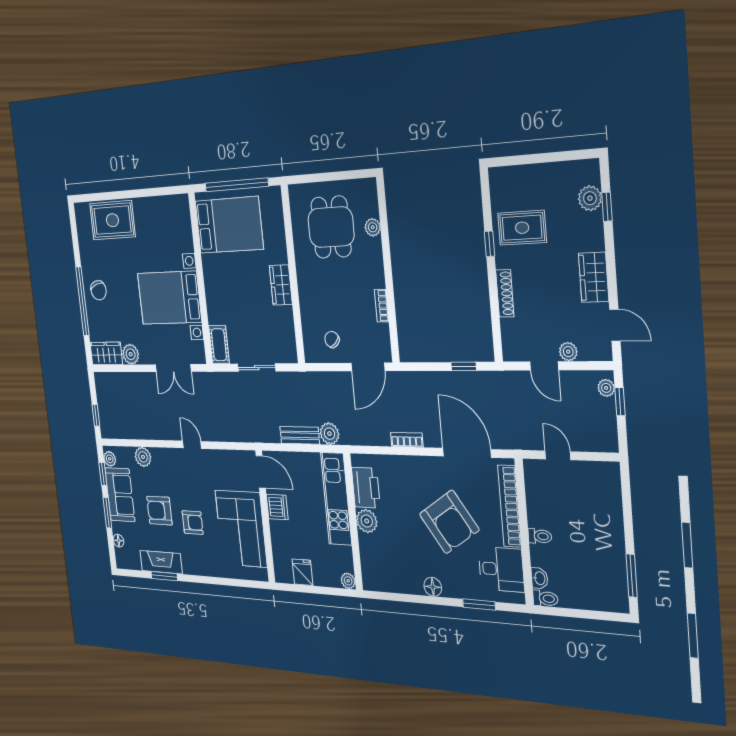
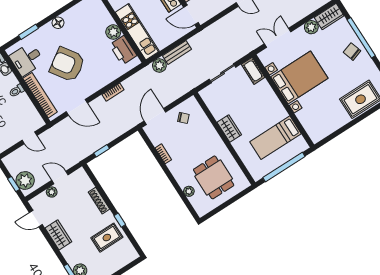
bed: (229, 225) -> (275, 138), width x0.67
plant: (606, 388) -> (25, 180), width x1.87, depth x1.87
door: (467, 453) -> (77, 107), width x0.73

